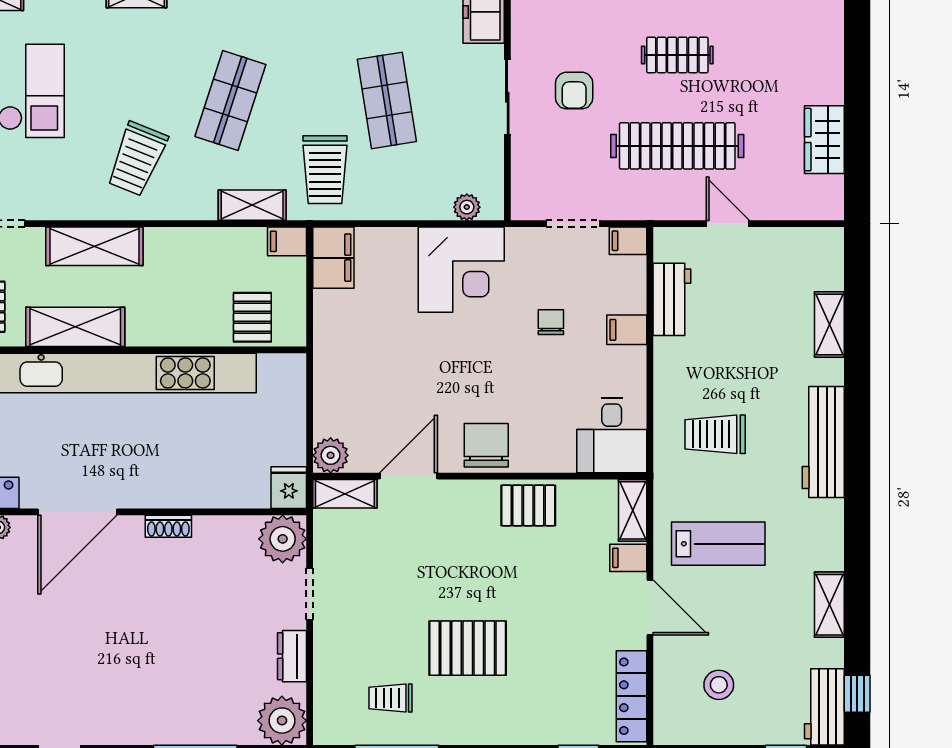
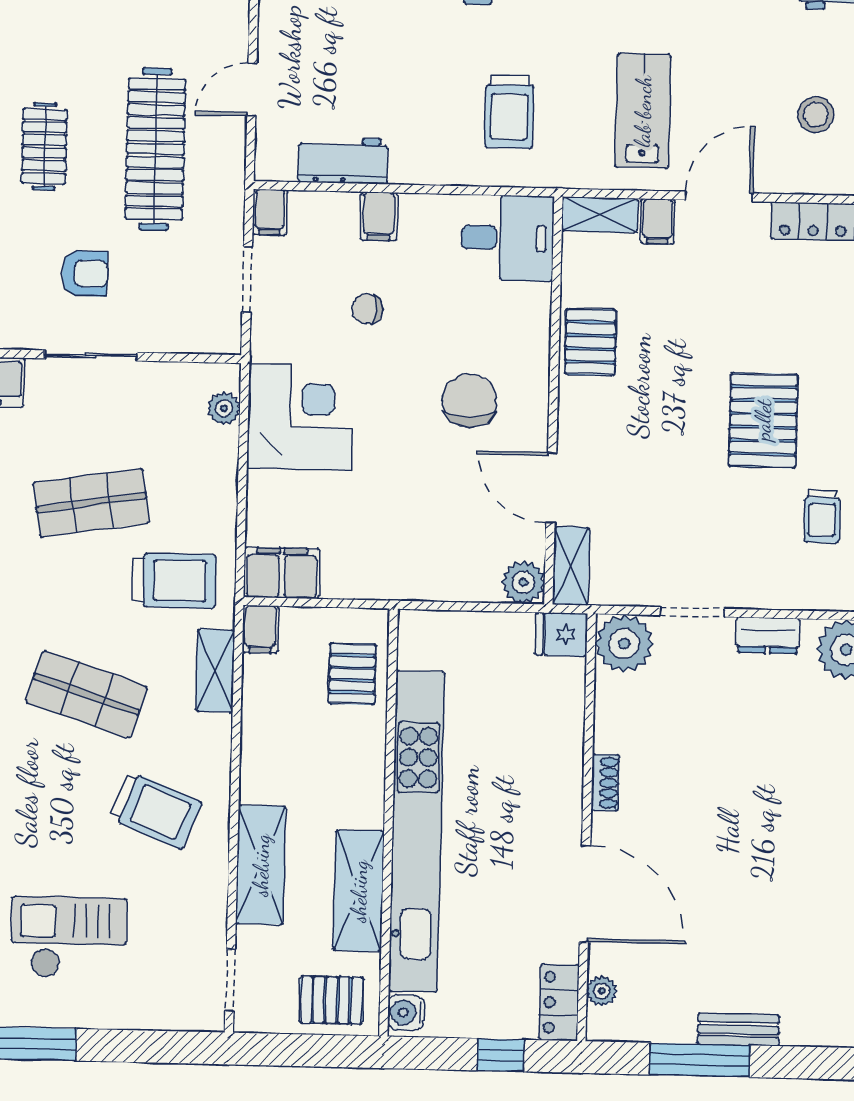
pallet: (252, 317) -> (352, 674), turned 90
chair: (486, 445) -> (469, 401), moved, turned 90

